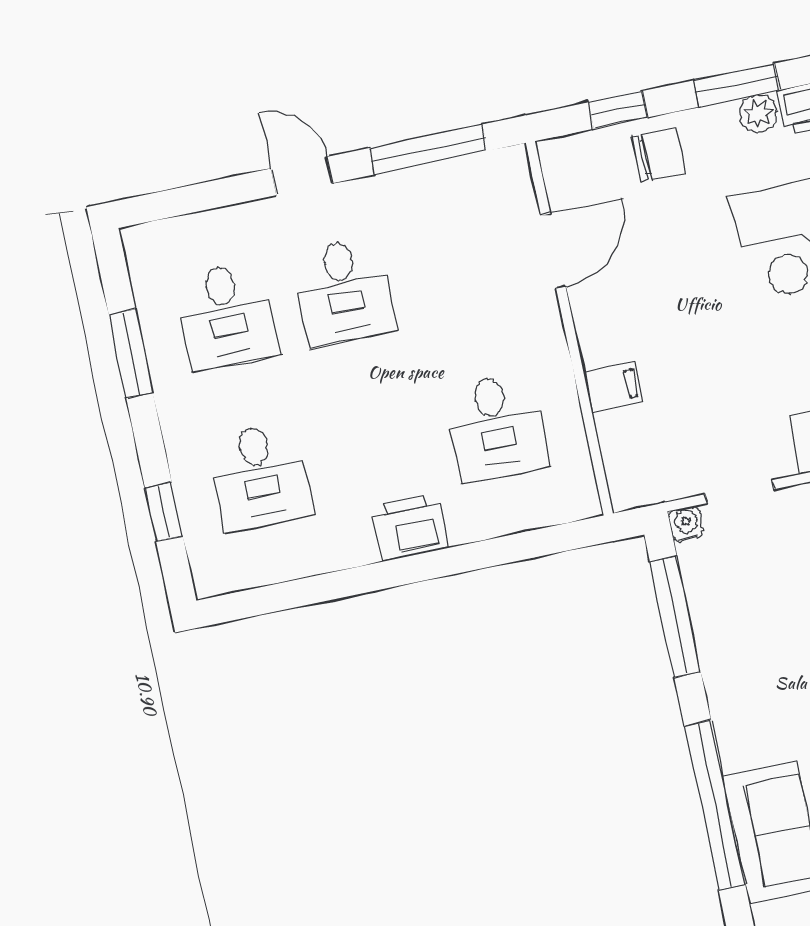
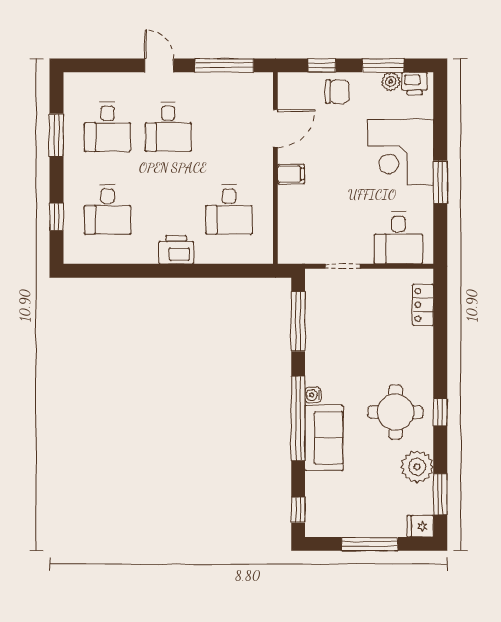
filing cabinet: (613, 387) -> (291, 174), moved
water cooler: (686, 524) -> (313, 395), moved, turned -90

